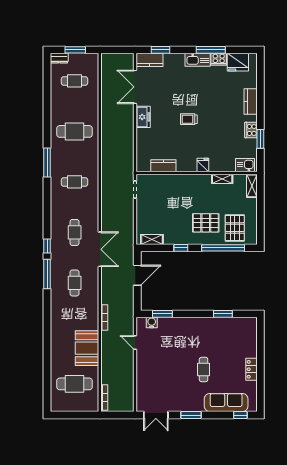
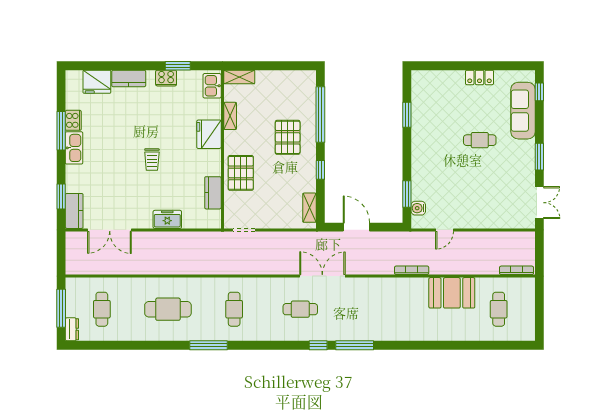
window: (75, 50) -> (61, 308), width x1.44
fridge: (238, 62) -> (97, 82), moved, turned 90
freezer: (143, 117) -> (167, 219), moved
cafe table: (75, 131) -> (168, 309), turned 90
fridge: (203, 165) -> (209, 134), width x1.88, depth x1.34
pallet: (235, 228) -> (241, 173), moved, turned 90
cafe table: (75, 283) -> (366, 309), removed
cafe table: (75, 384) -> (499, 309), width x0.73, depth x0.74

